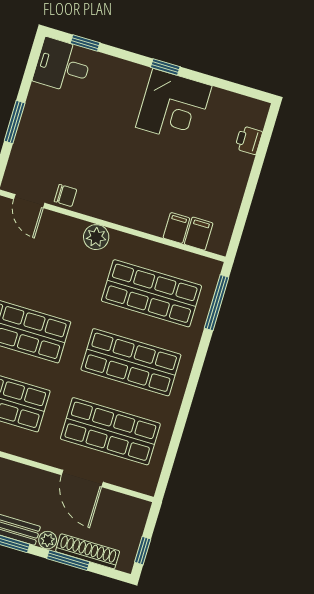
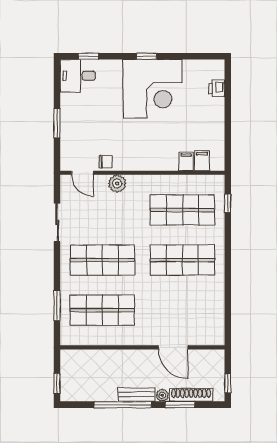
corner desk: (174, 107) -> (152, 89), width x1.36, depth x1.36
plant: (96, 237) -> (117, 183), moved
window: (217, 303) -> (228, 203), width x0.46
shop shelf: (110, 431) -> (182, 310), removed

